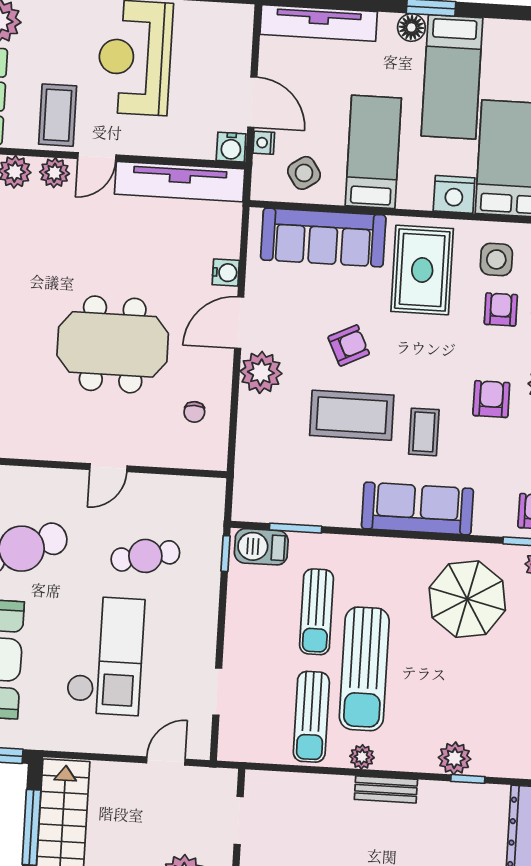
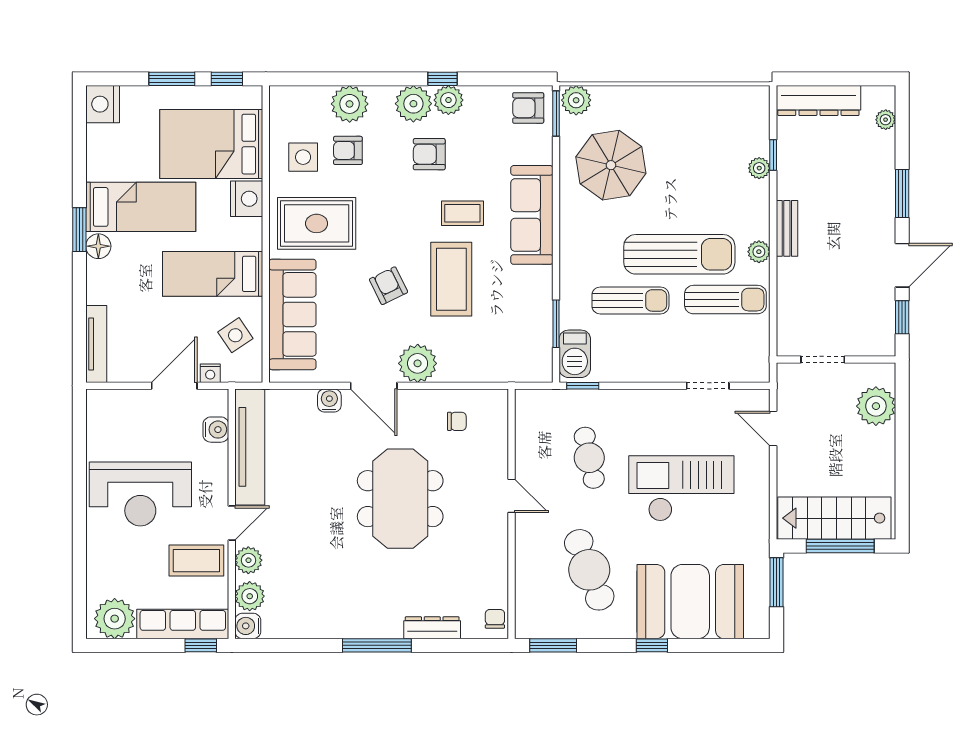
tv unit: (319, 23) -> (96, 344), width x0.73, depth x0.78
water cooler: (231, 147) -> (216, 430), moved
door: (97, 157) -> (232, 523), hinge flipped
plant: (455, 758) -> (759, 168), width x0.73, depth x0.73

